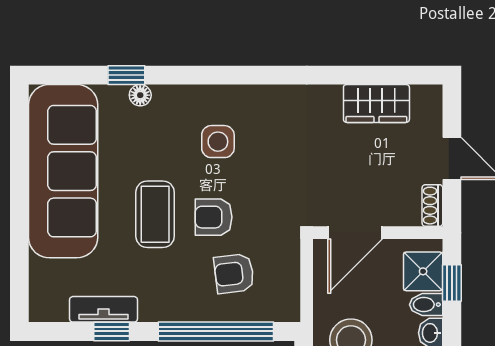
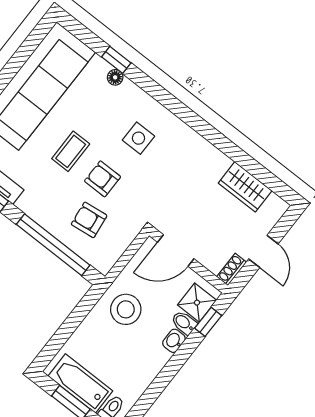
coffee table: (155, 214) -> (71, 151), width x0.73, depth x0.77

